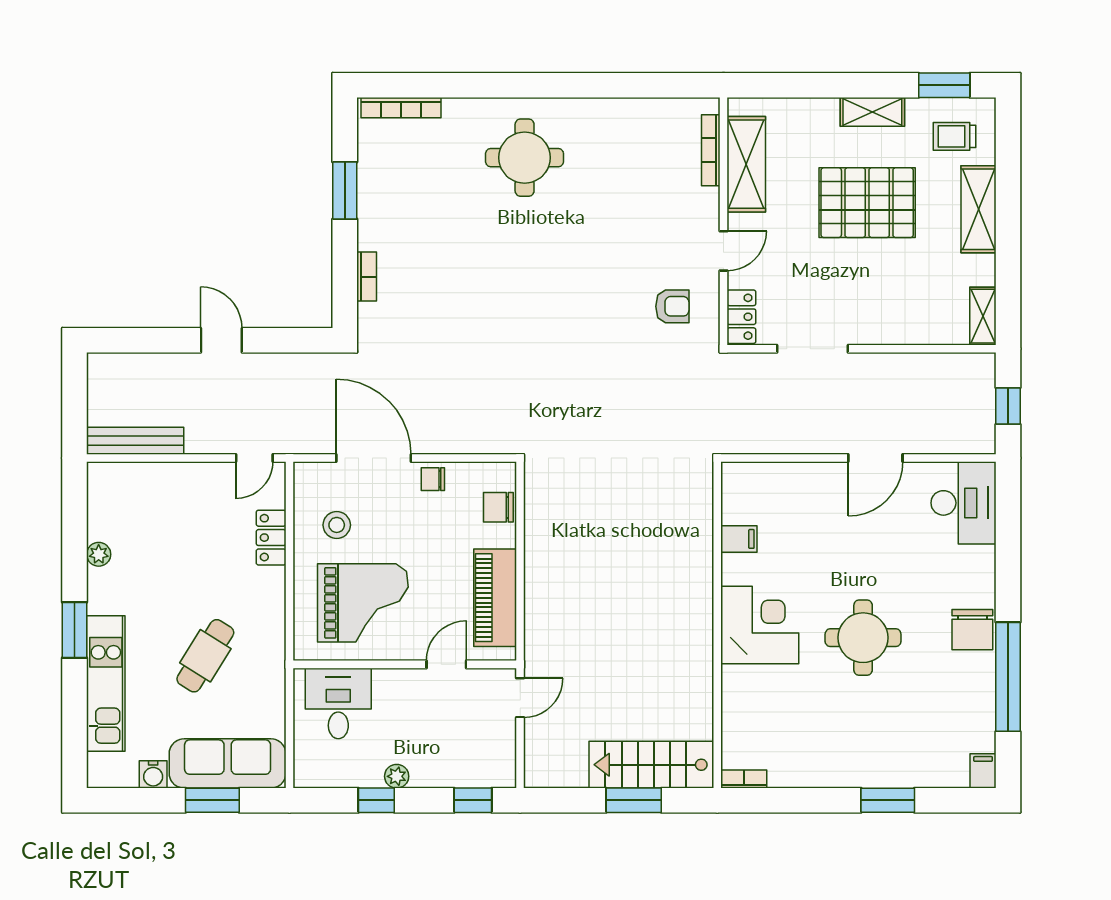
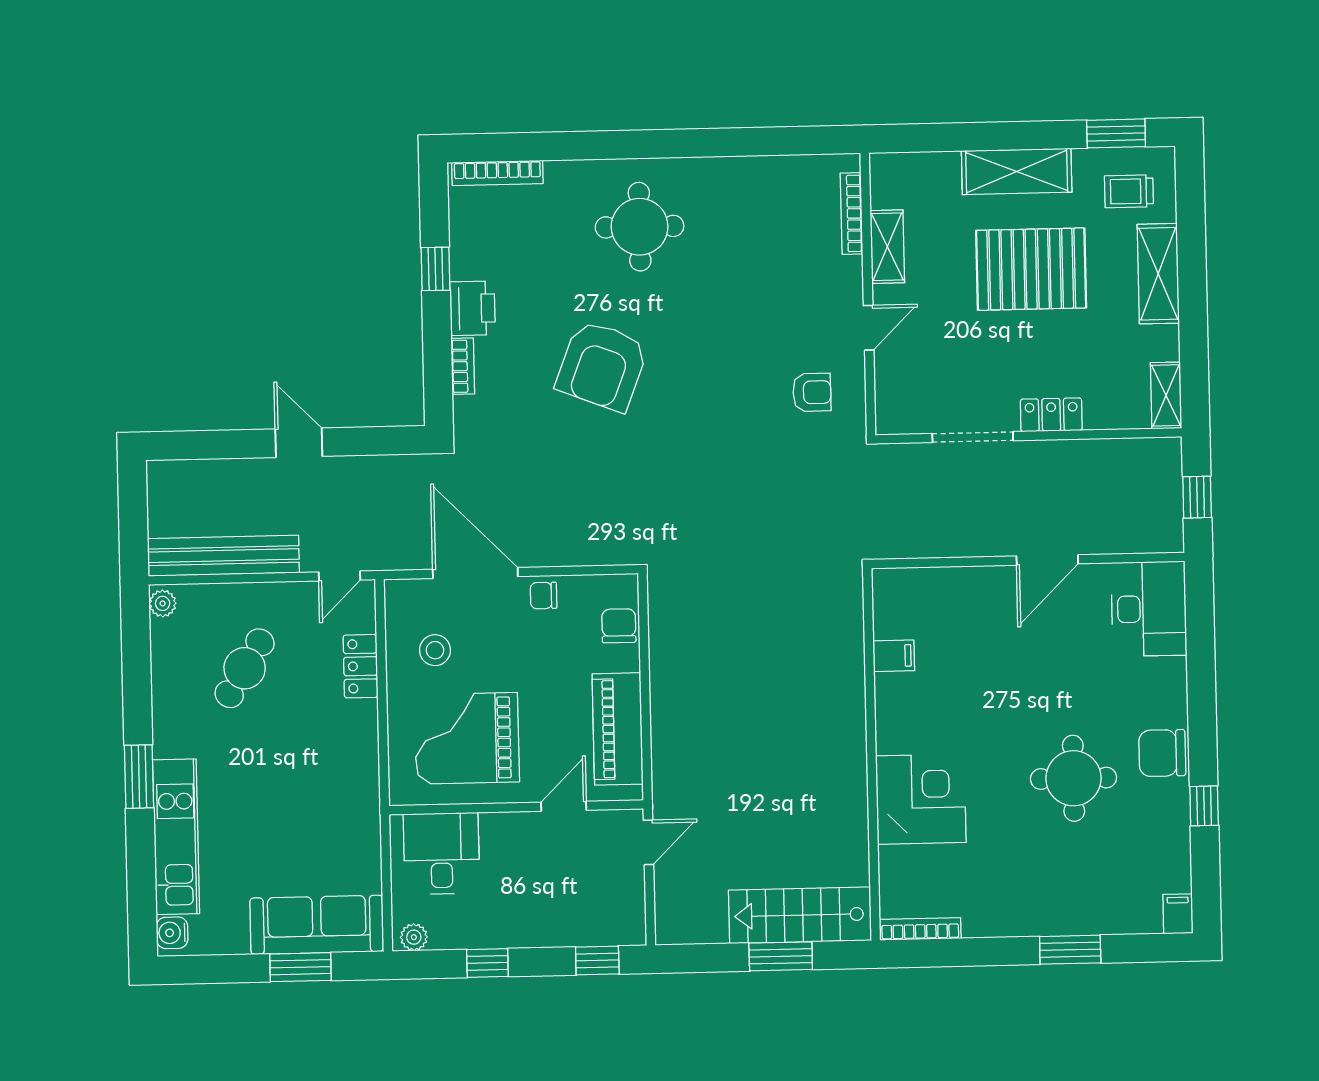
shelving: (872, 112) -> (1017, 171), width x1.50, depth x1.33
shelving: (746, 164) -> (887, 247), width x0.67, depth x0.75
window: (345, 191) -> (435, 269), width x0.67
printer: (376, 226) -> (472, 308), added
armchair: (489, 279) -> (602, 366), added
locker: (741, 317) -> (1051, 415), moved, turned -90
bench: (135, 441) -> (223, 556), width x1.37, depth x1.21
chair: (498, 507) -> (619, 626), turned 90
plant: (99, 554) -> (163, 603), moved
grand piano: (363, 603) -> (467, 738), turned 180
corner desk: (760, 625) -> (921, 799), moved
chair: (972, 630) -> (1162, 753), turned 90
round table: (863, 638) -> (1074, 778), moved
cafe table: (205, 656) -> (245, 668), moved
window: (1008, 677) -> (1204, 806), width x0.32
water cooler: (153, 774) -> (172, 933), moved, turned 90
plant: (397, 776) -> (414, 937), moved
bookcase: (744, 779) -> (920, 929), width x1.56

